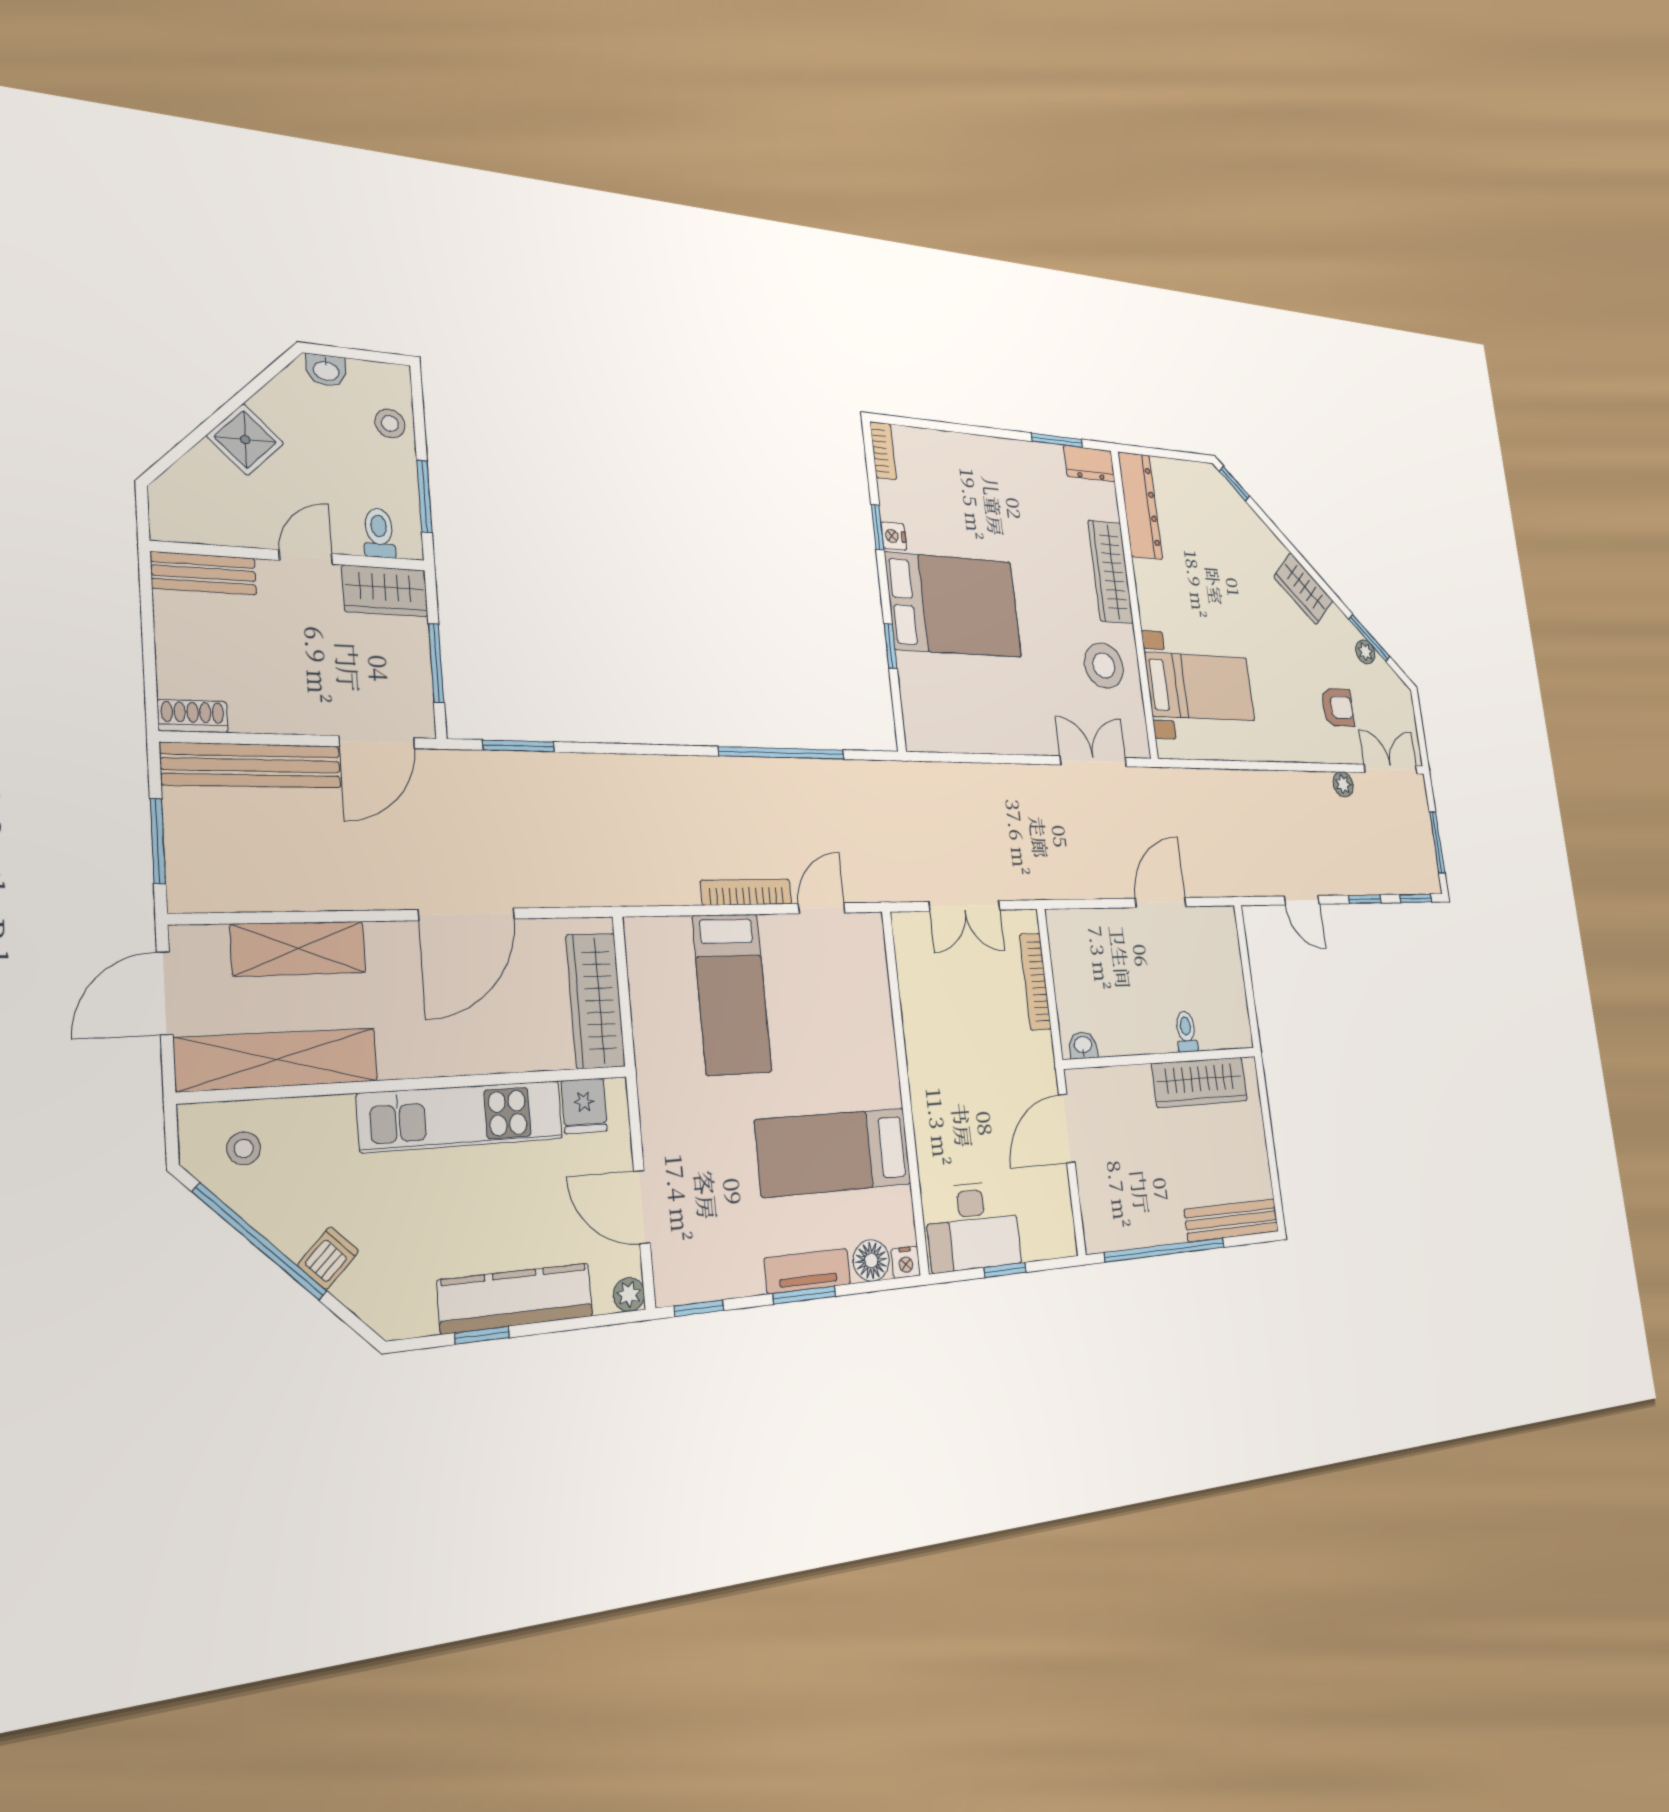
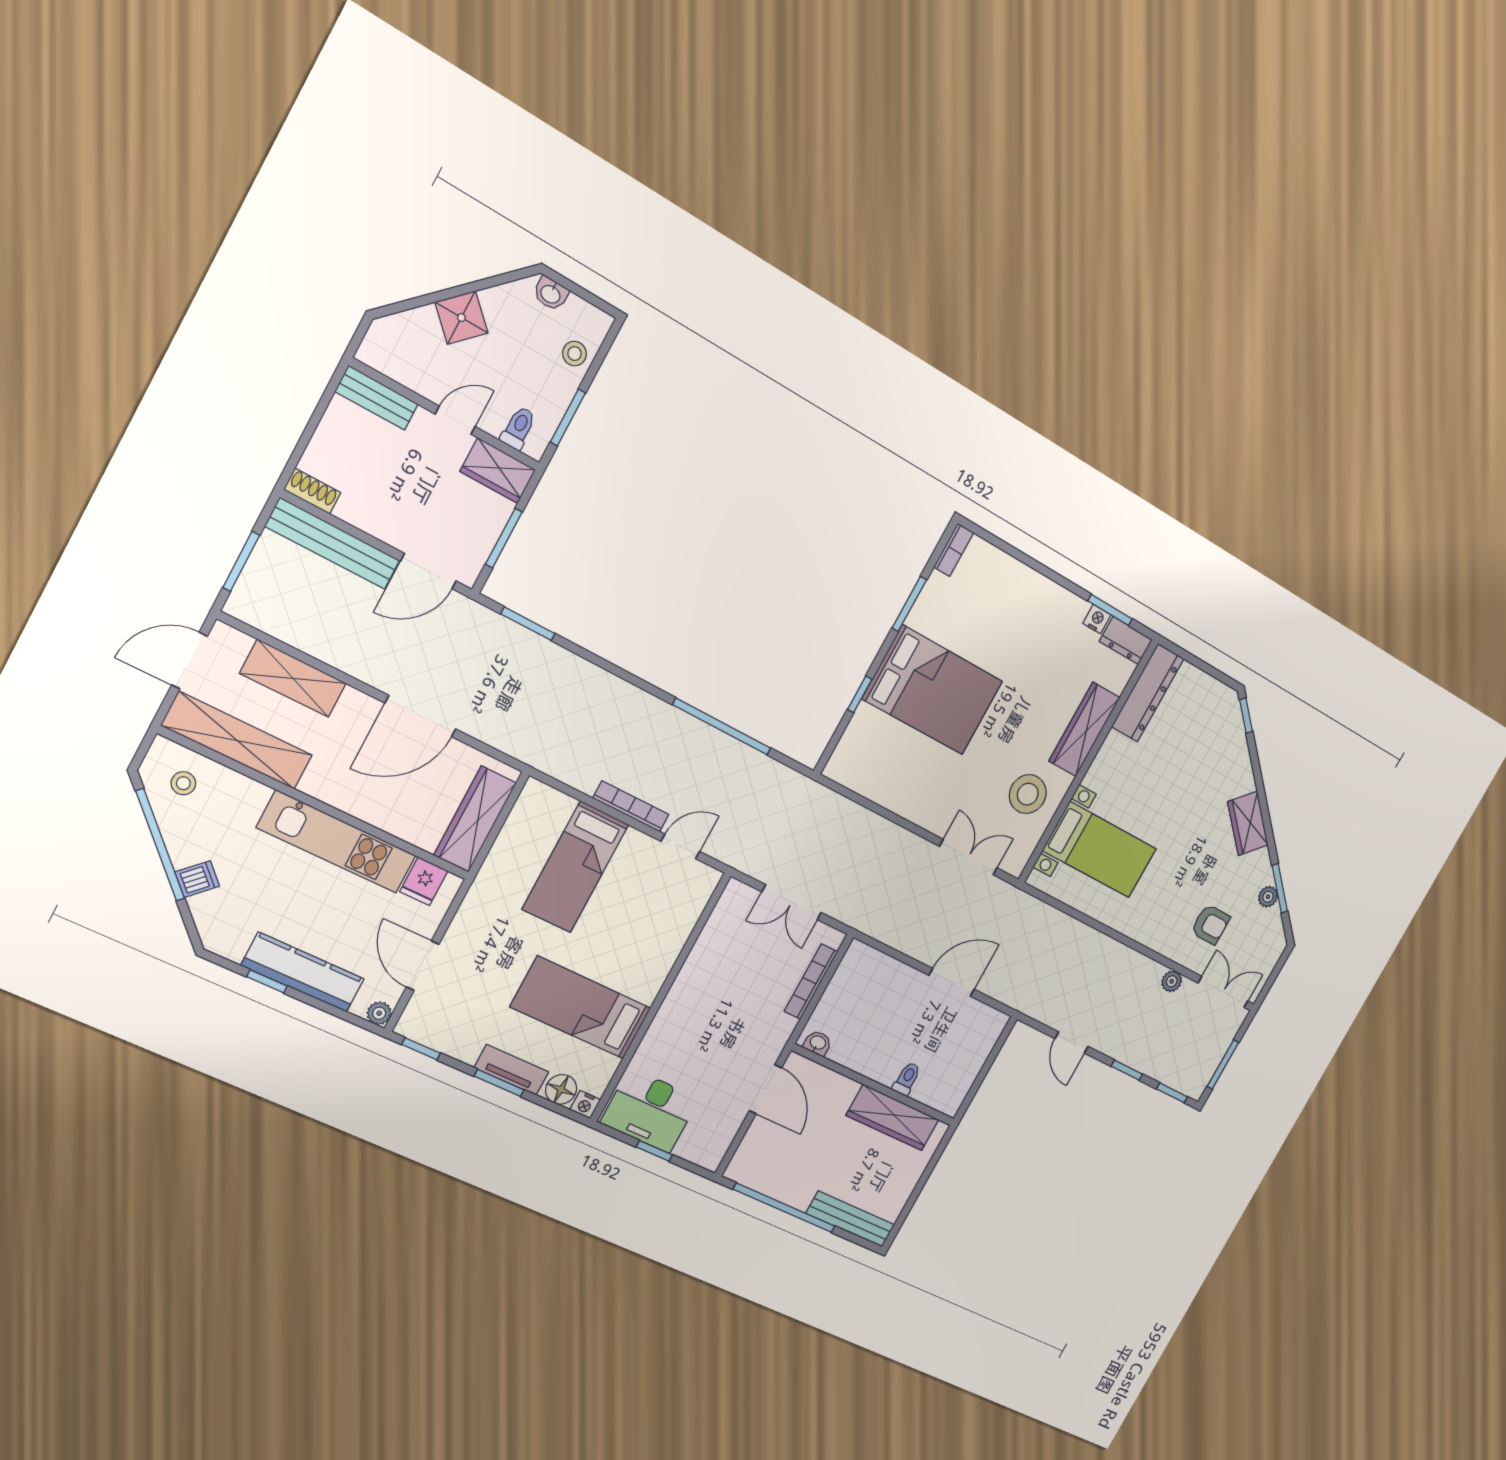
window: (878, 527) -> (909, 604), width x1.50
nightstand: (894, 536) -> (1097, 619), moved, turned 90
door: (1067, 1128) -> (766, 1089), swing flipped

